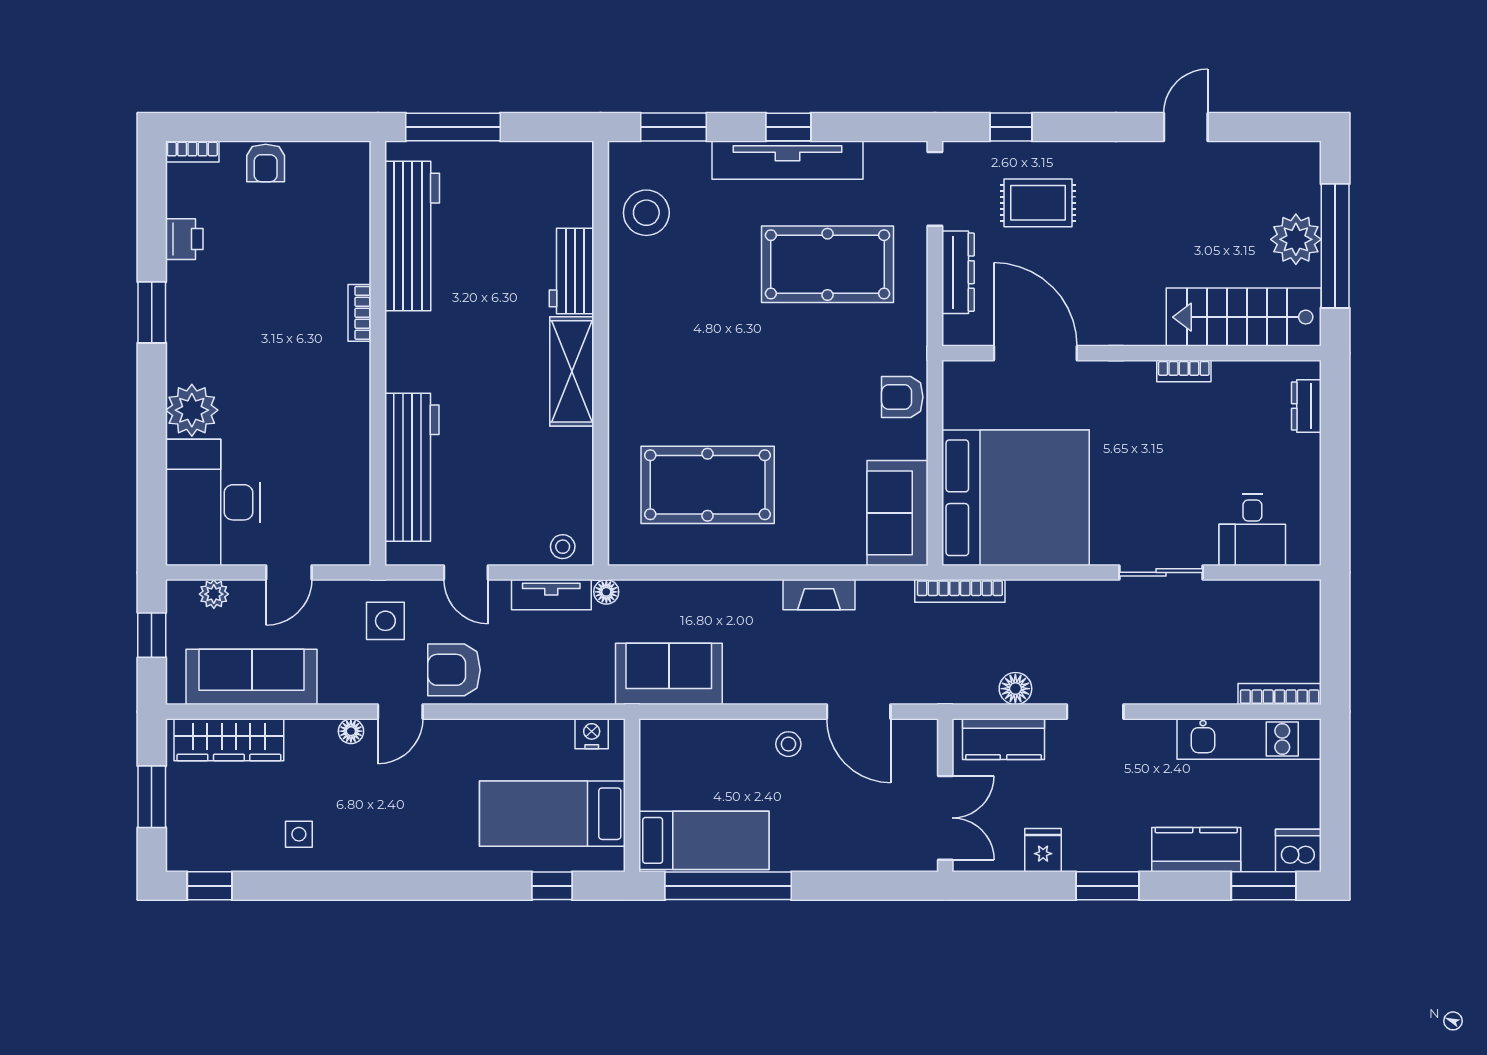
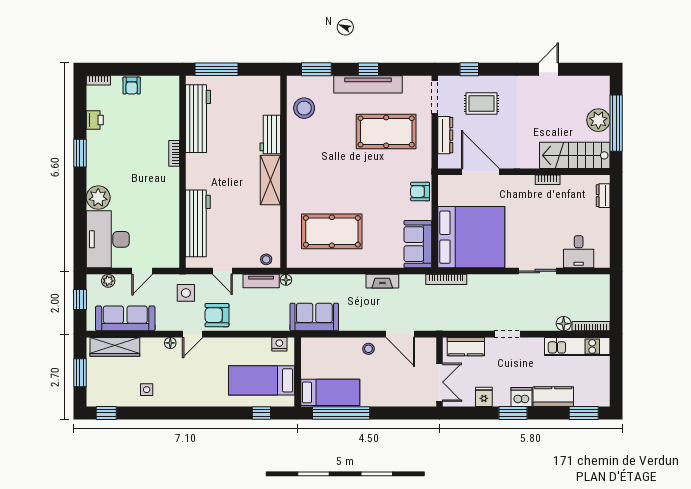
floor lamp: (1015, 689) -> (564, 324), moved
dishwasher: (1298, 850) -> (522, 397), moved

